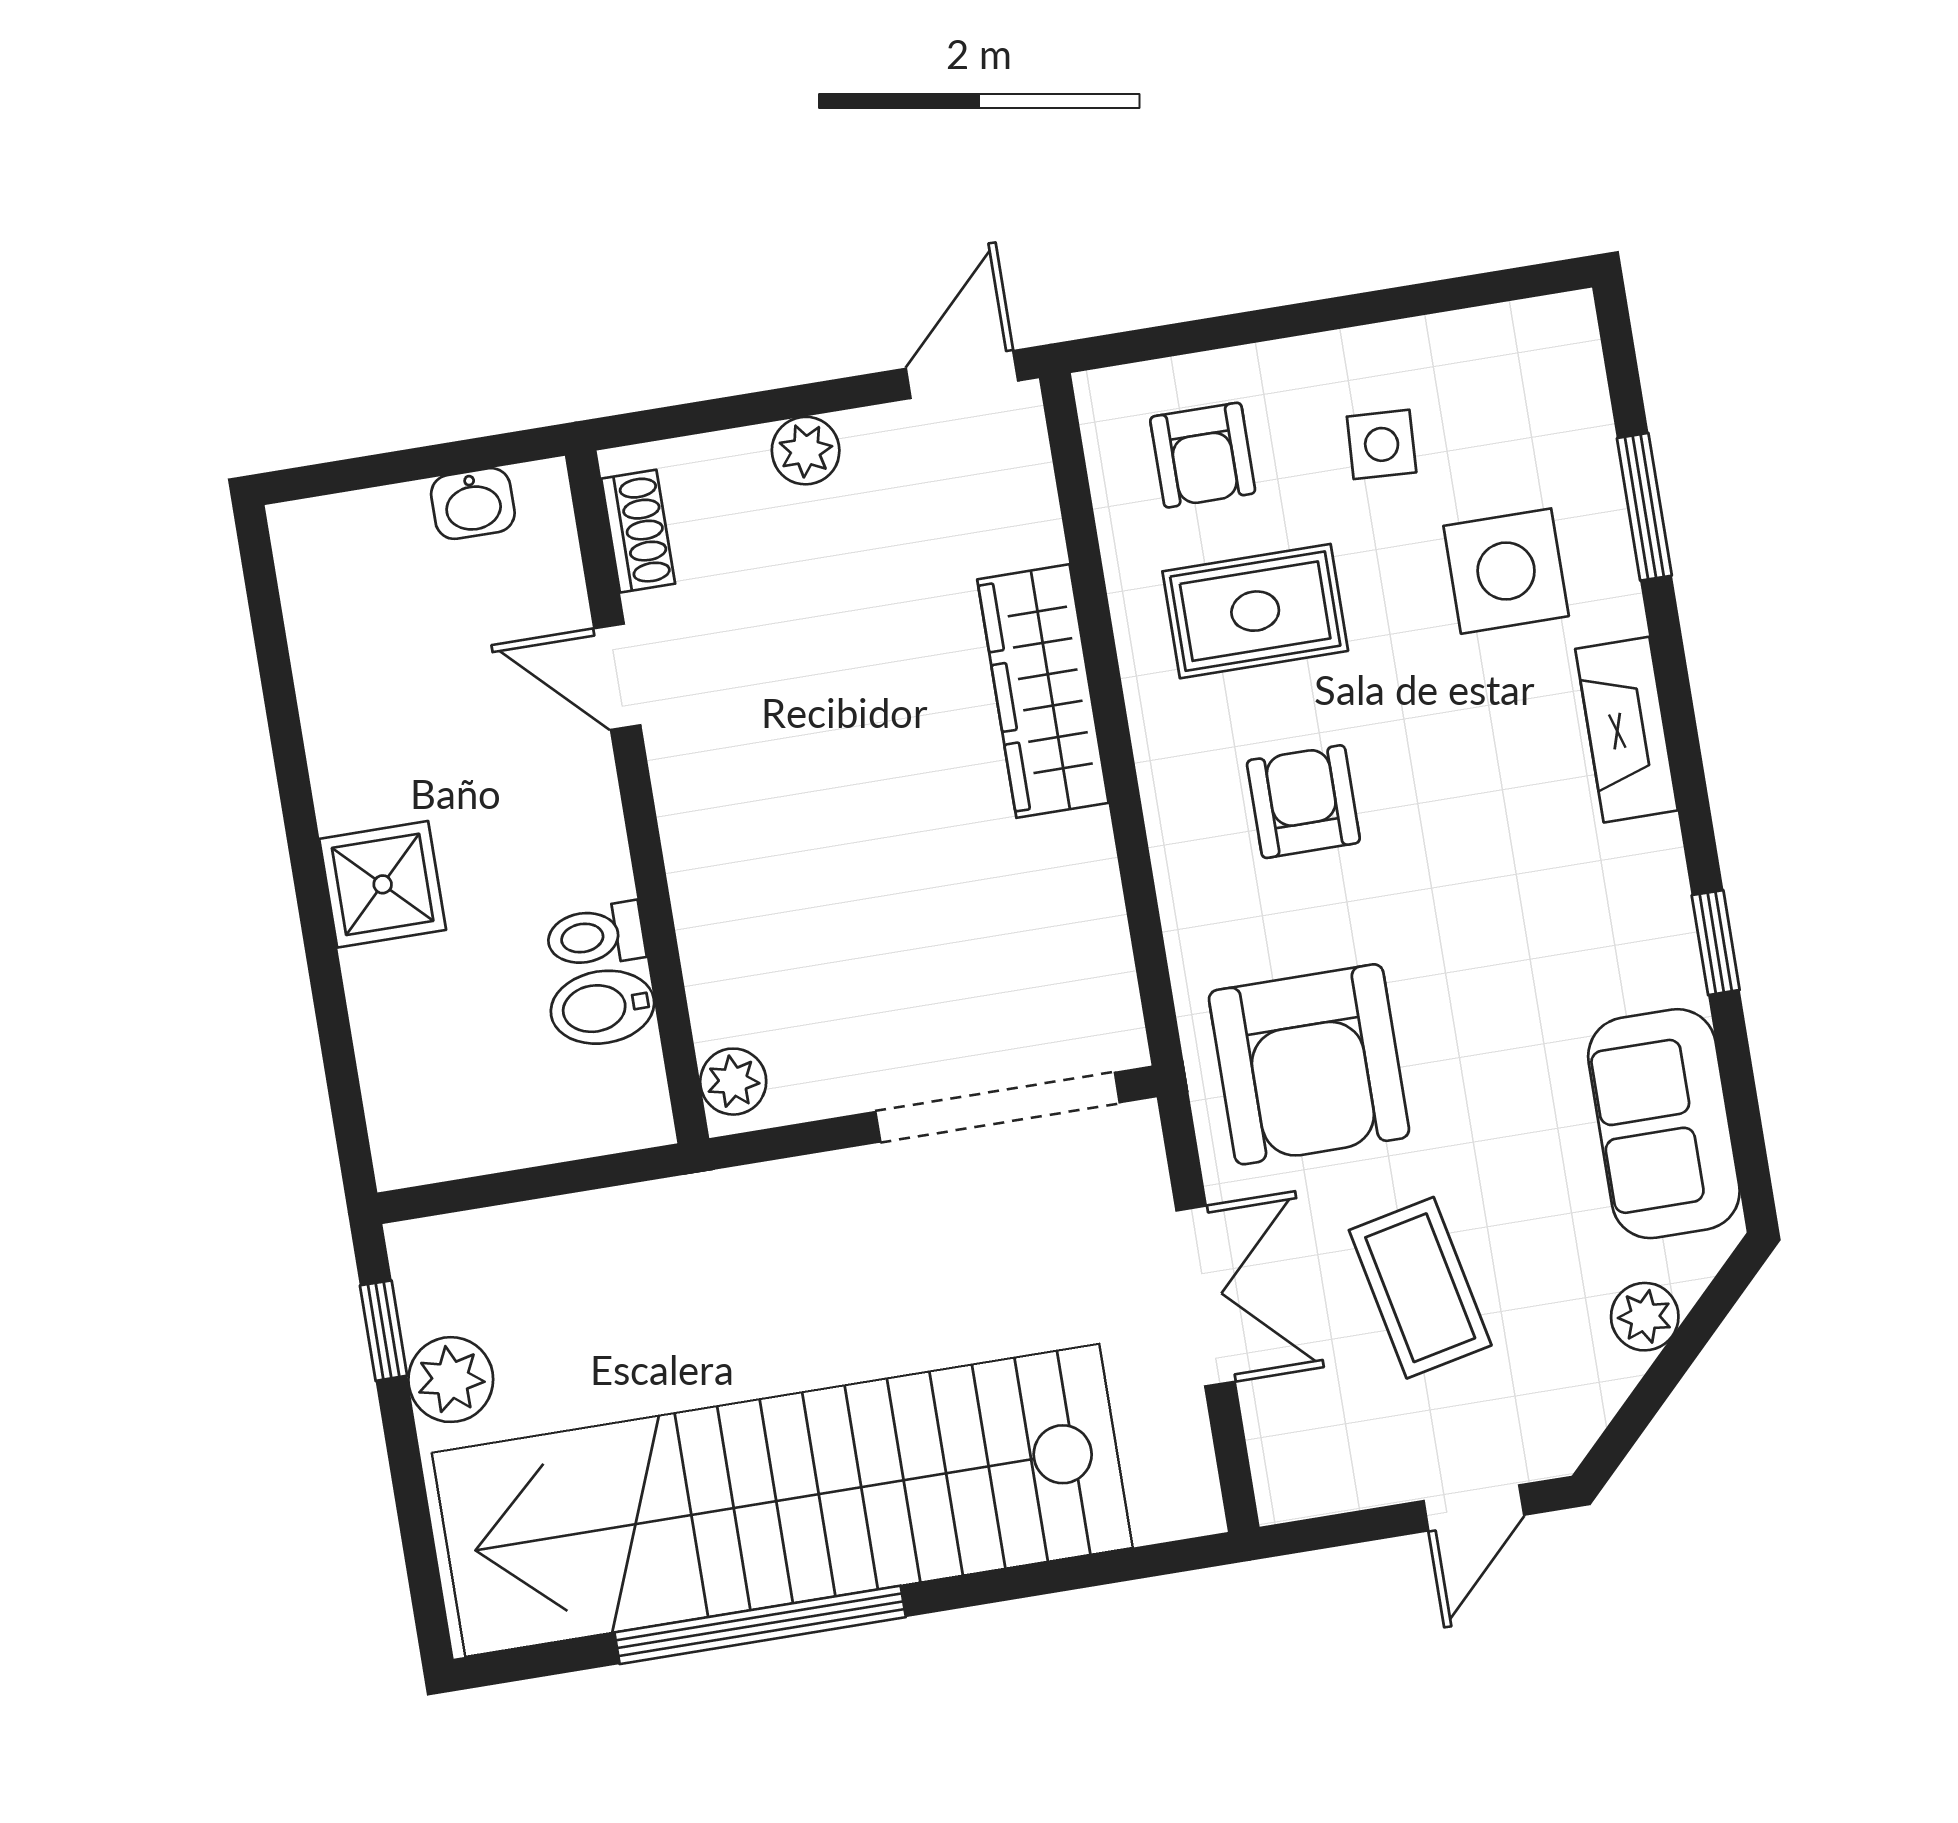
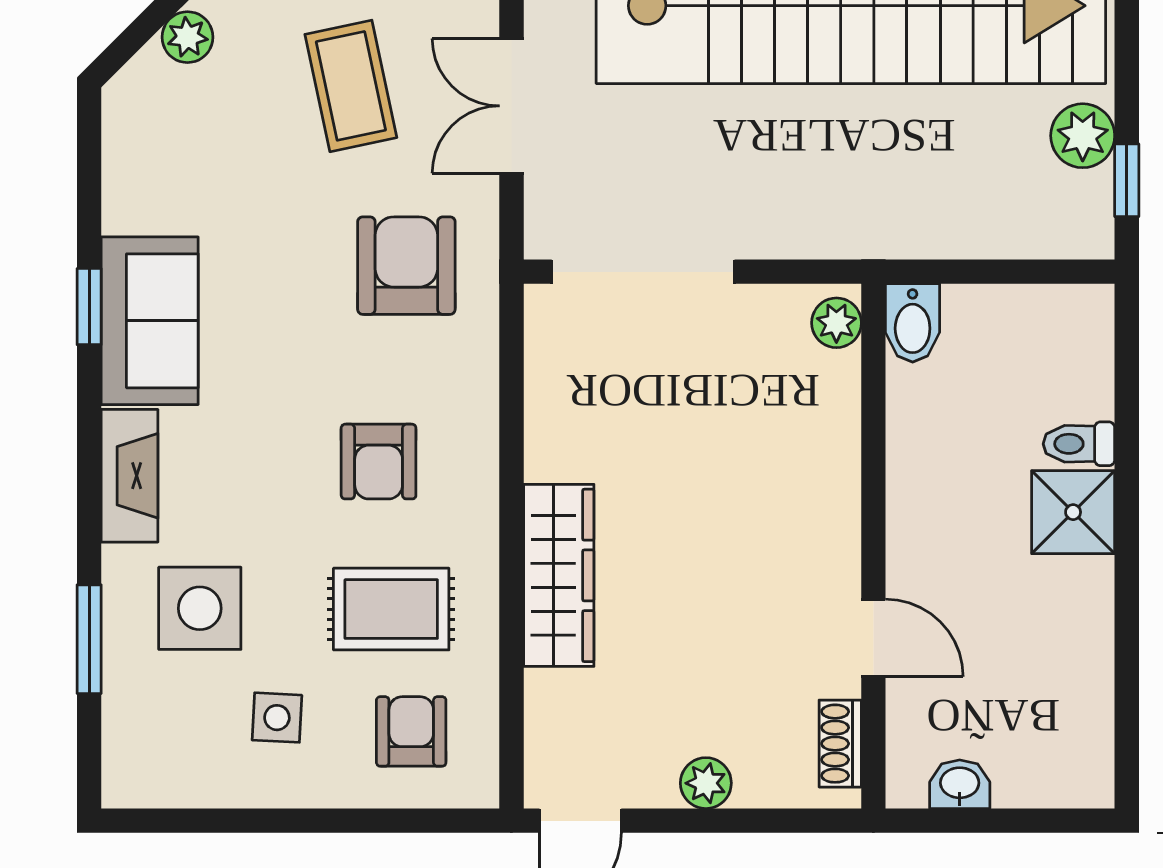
toilet: (595, 936) -> (1079, 444), moved, turned 180
bidet: (602, 1007) -> (913, 323), moved, turned 90
armchair: (1309, 1064) -> (406, 266), width x0.73, depth x0.73
sofa: (1664, 1124) -> (150, 321), moved

